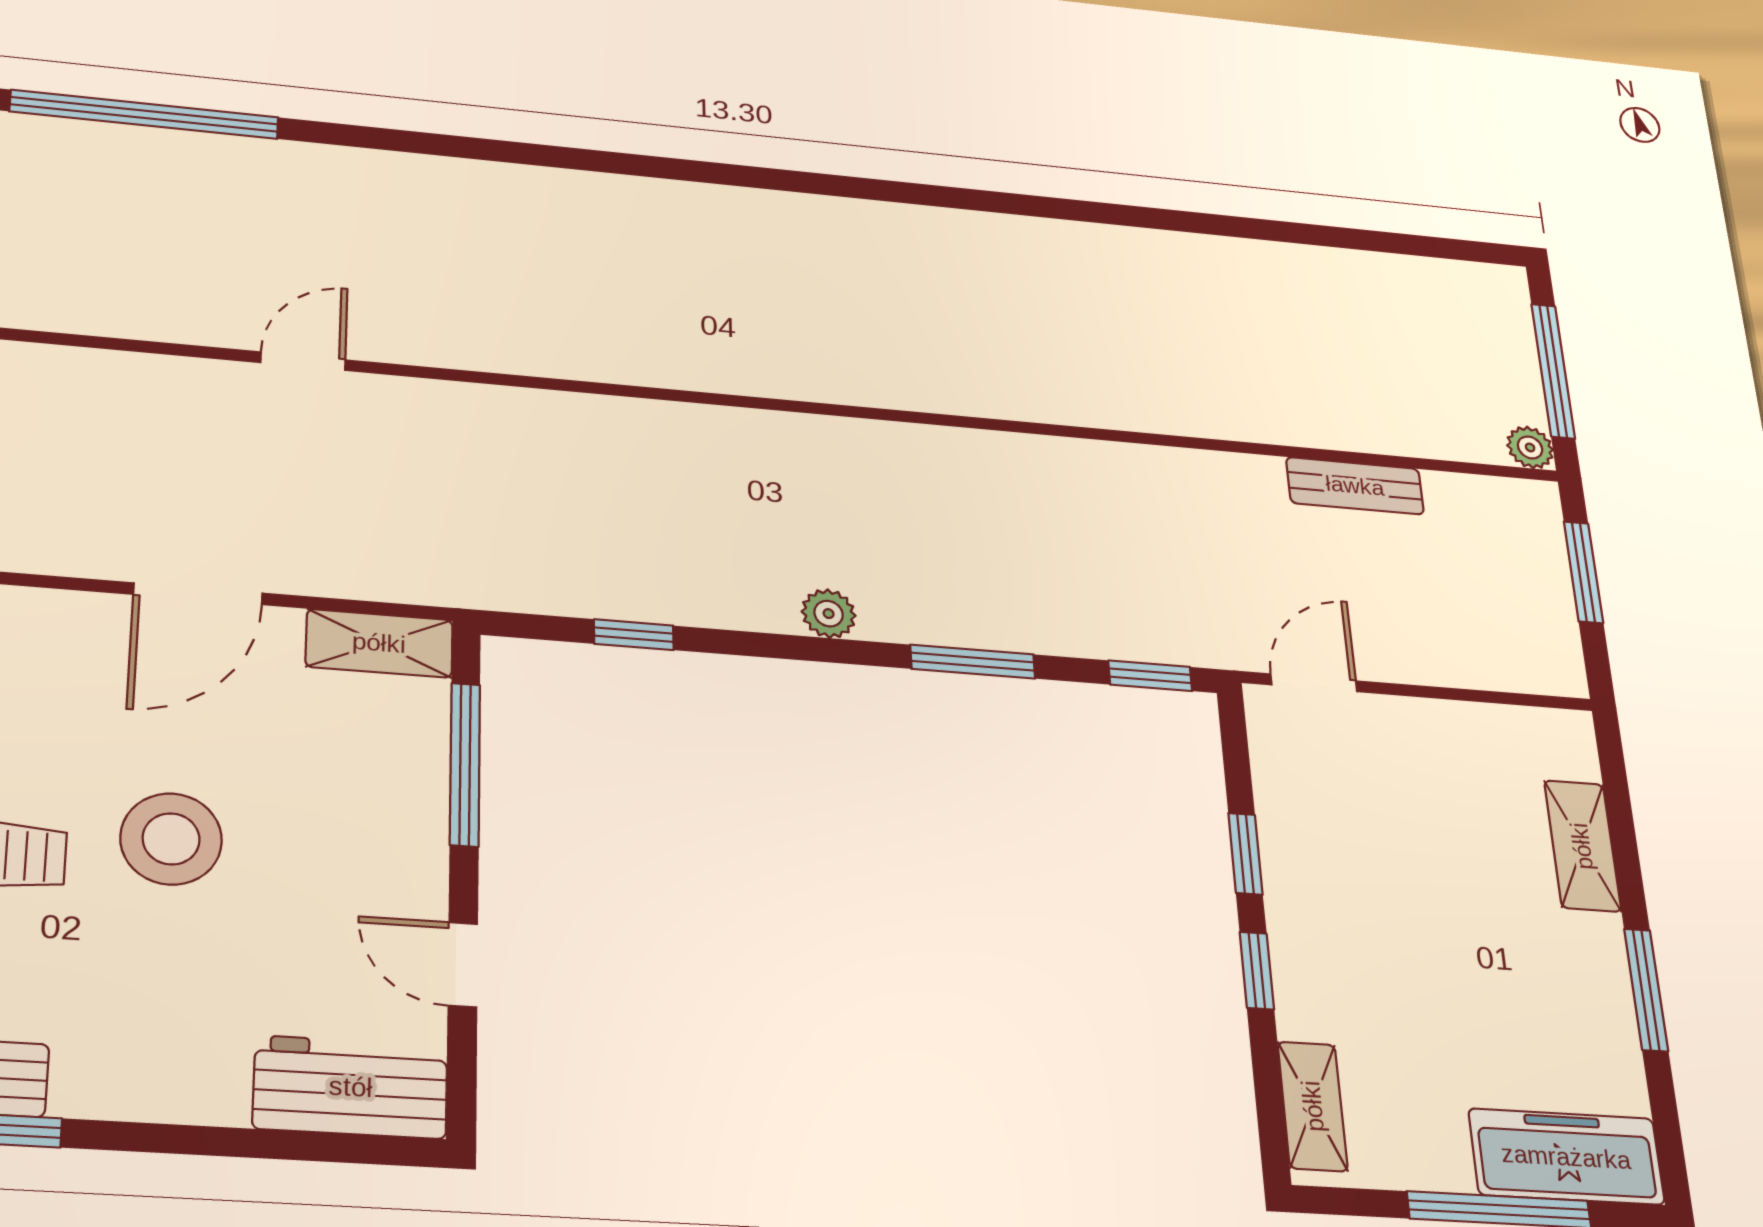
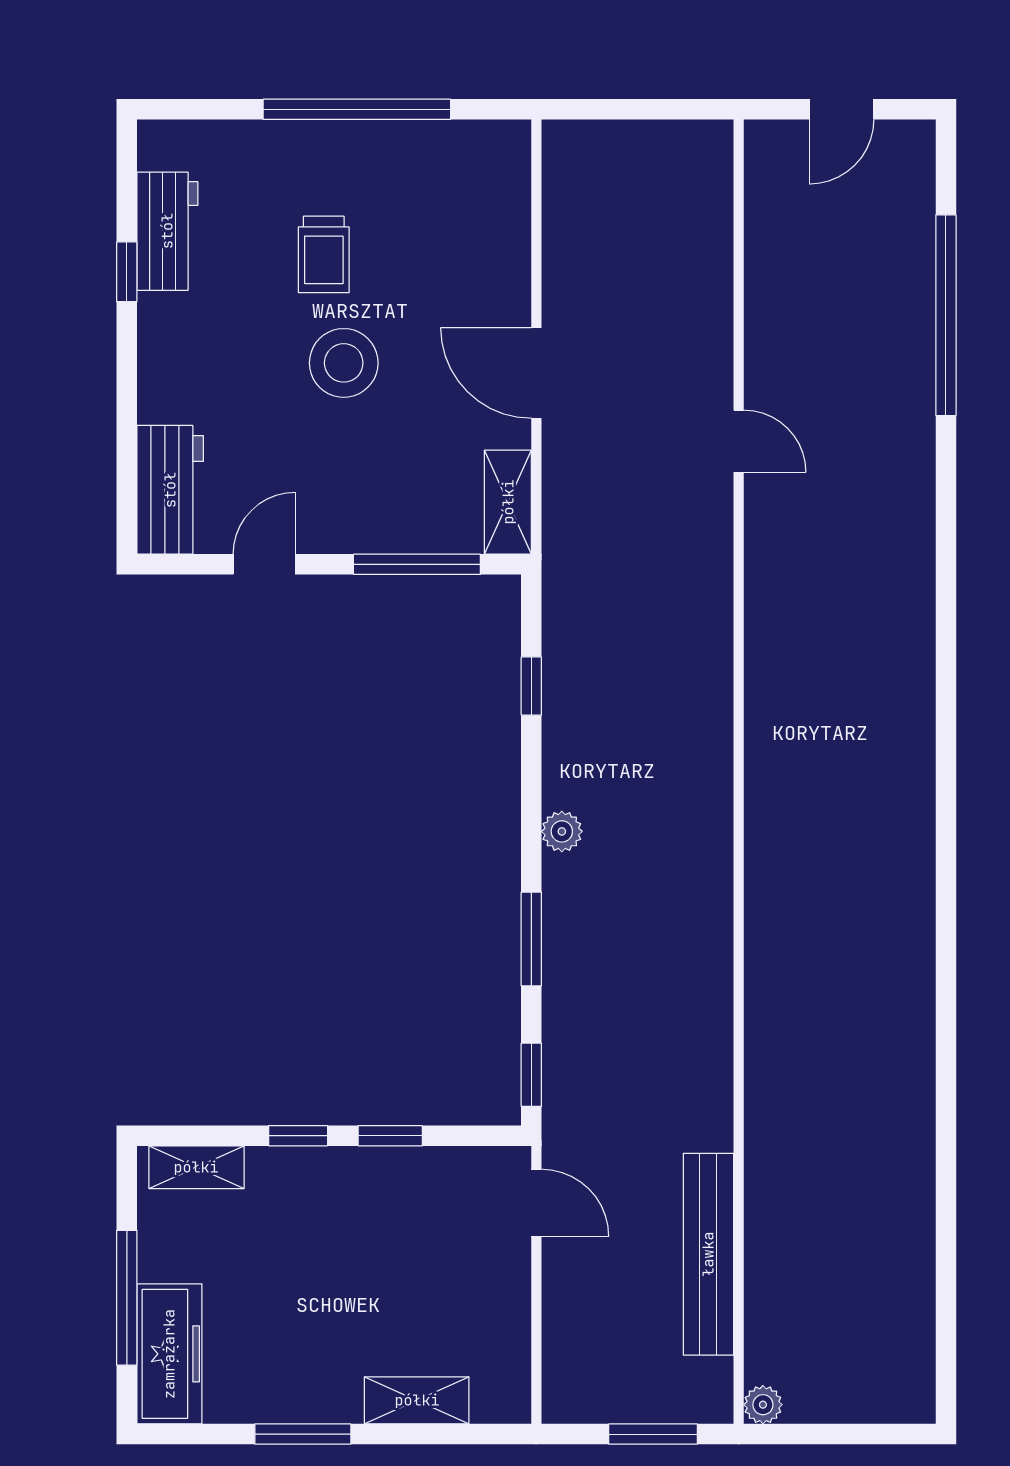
window: (1553, 371) -> (837, 1434), removed
bench: (1355, 486) -> (708, 1254), width x1.86, depth x1.21

